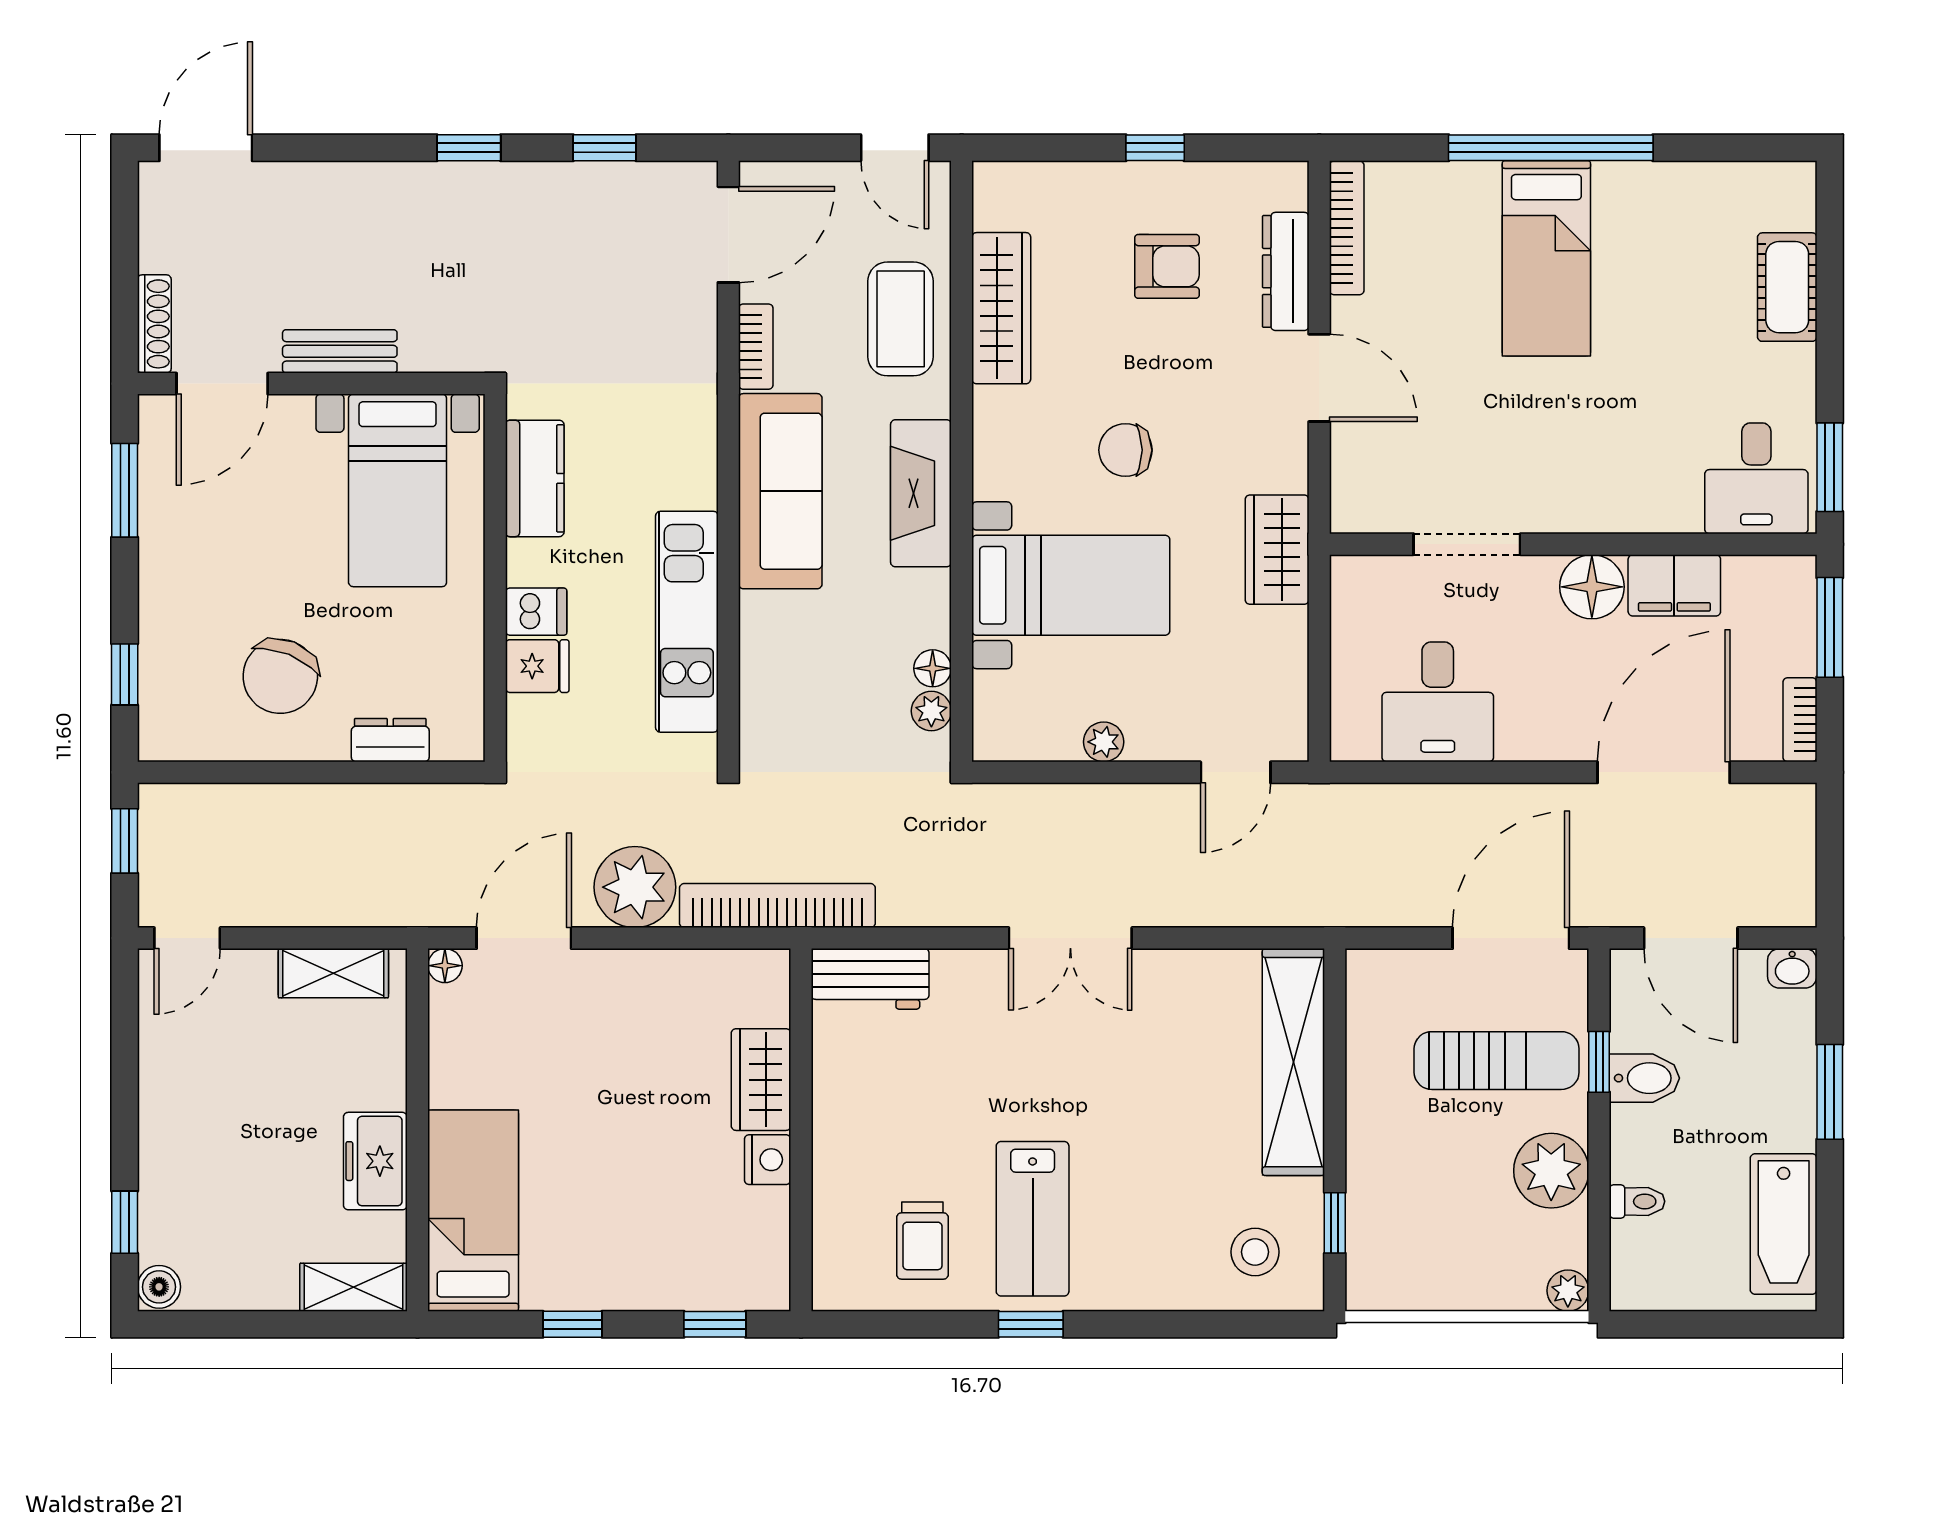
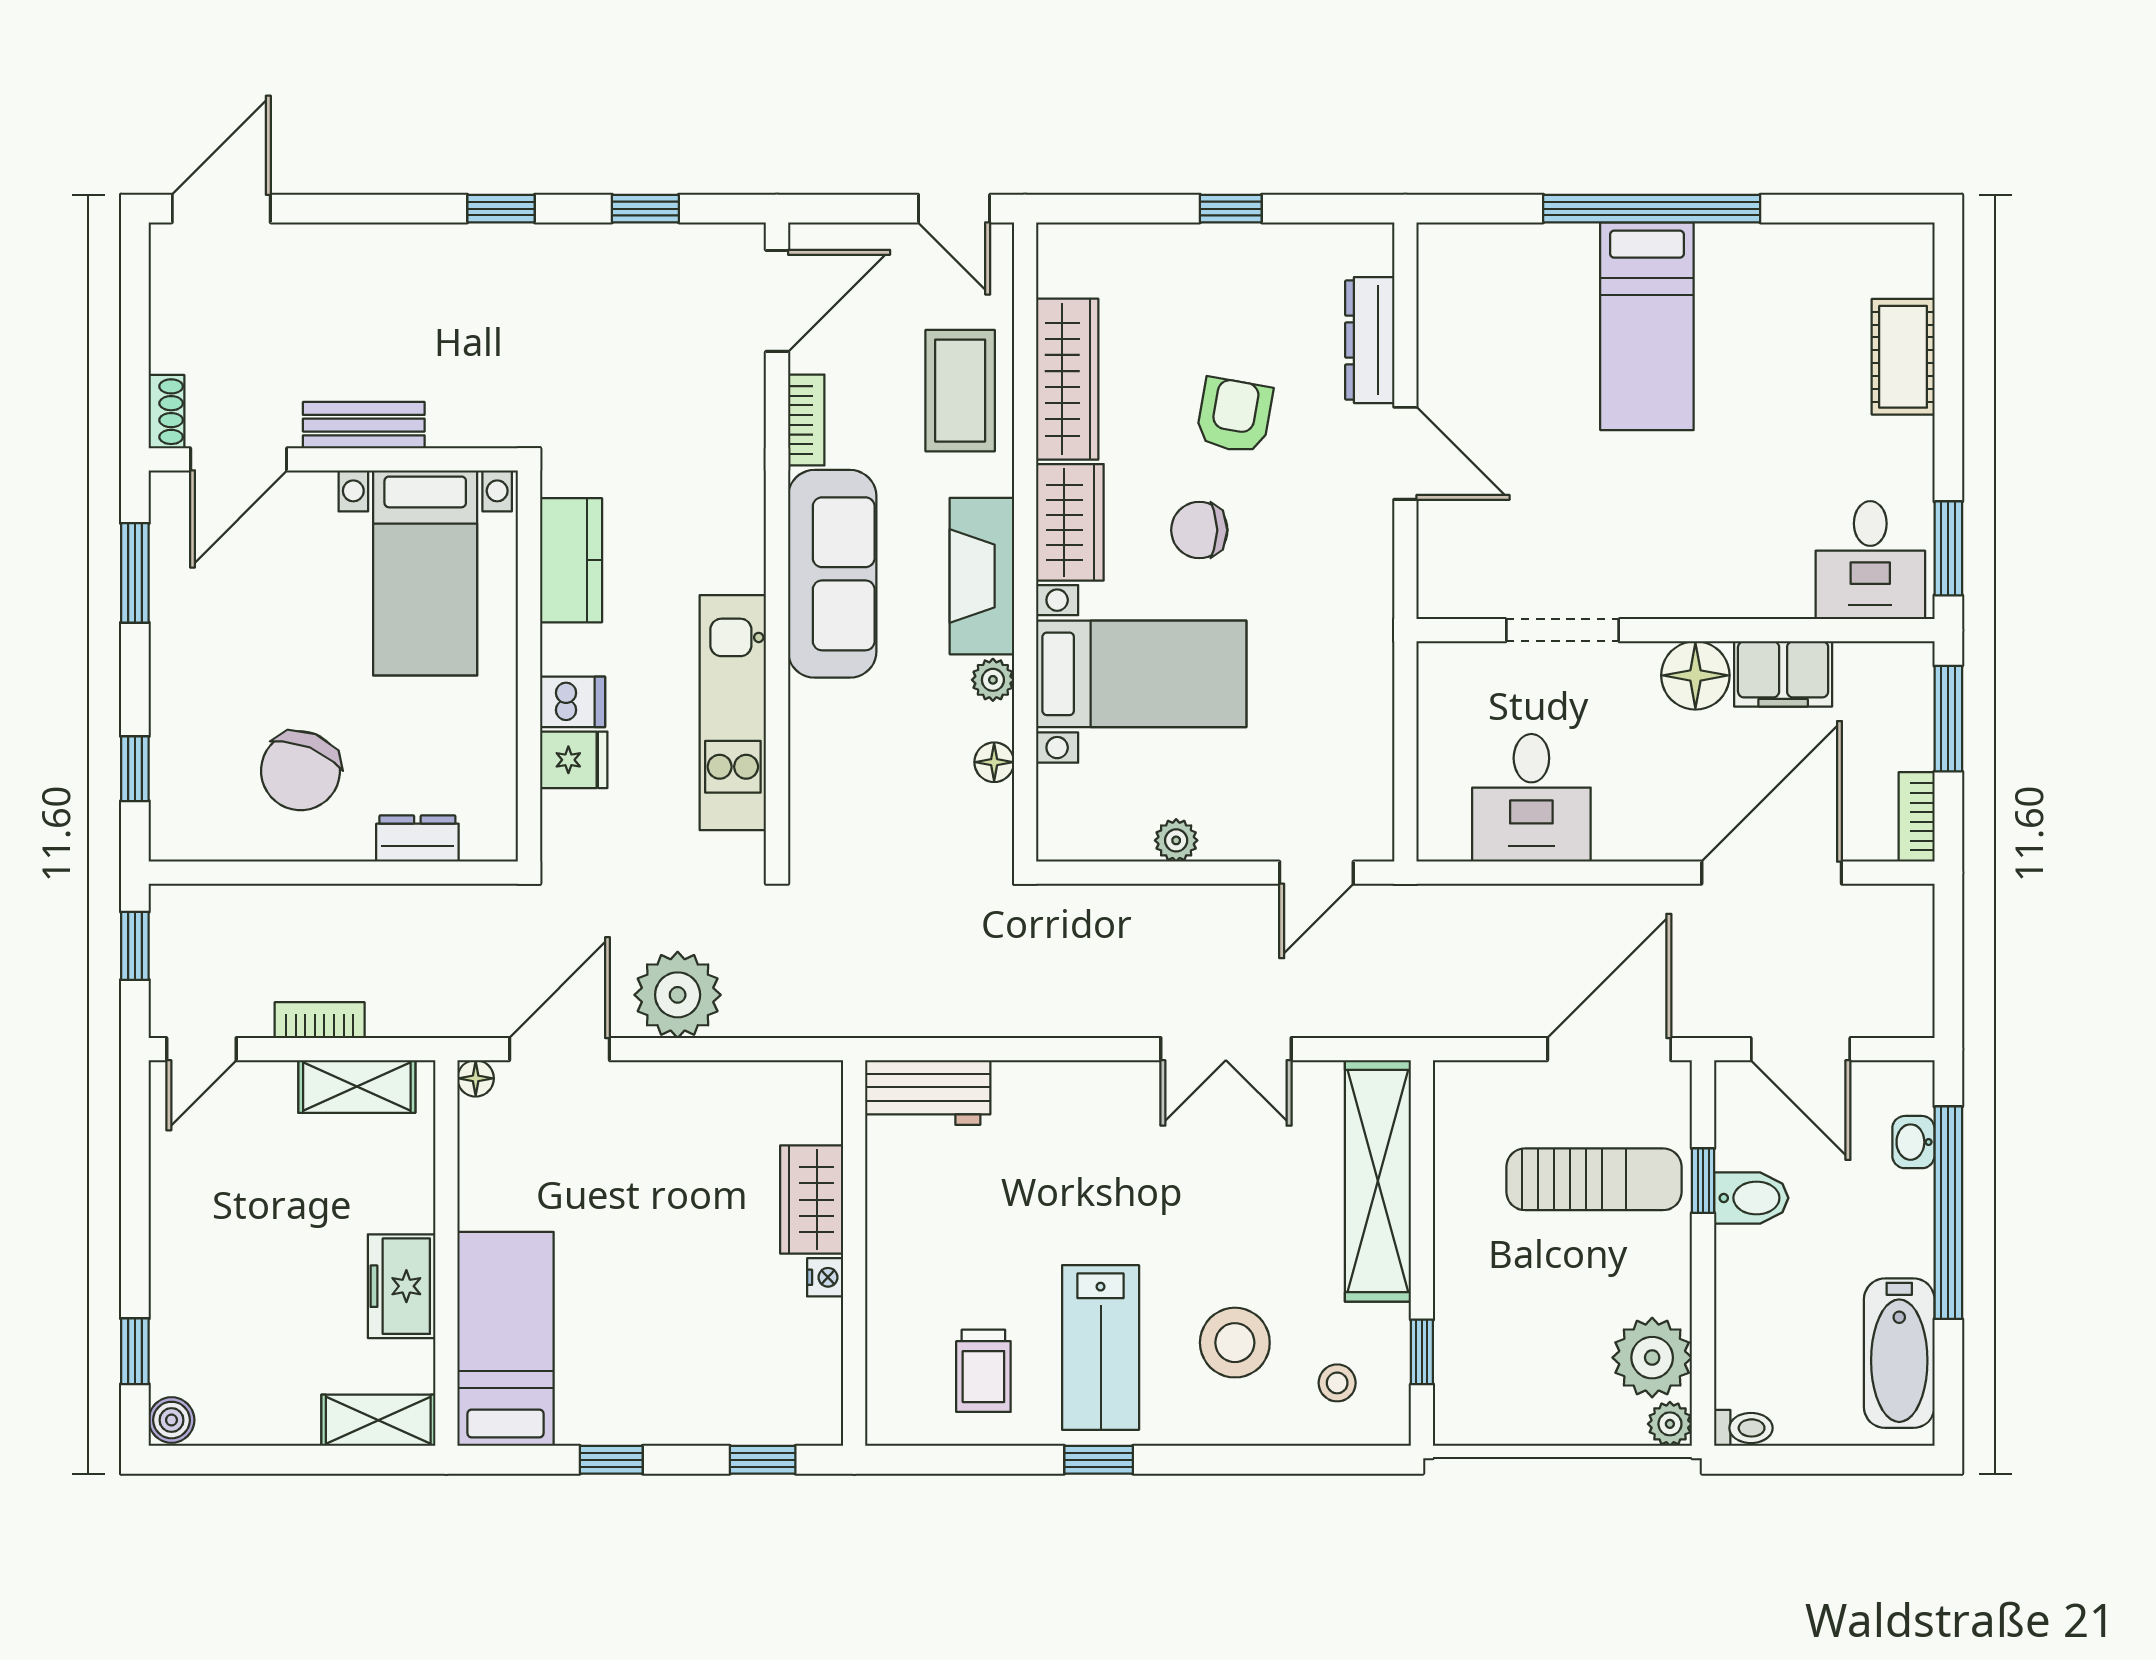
bookcase: (1347, 228) -> (1435, 294), removed
armchair: (1167, 266) -> (1234, 415), moved, turned -80
shoe rack: (154, 324) -> (166, 412), width x0.70
wardrobe: (1277, 550) -> (1070, 522), moved, turned 180
plant: (931, 711) -> (993, 680), moved
bookcase: (777, 906) -> (320, 1020), moved, width x0.43, depth x0.76
double door: (1070, 938) -> (1226, 1049), moved
washbasin: (1792, 968) -> (1913, 1142), moved, turned 90
window: (1830, 1092) -> (1948, 1213), width x2.11
nightstand: (768, 1160) -> (825, 1277), width x0.72, depth x0.74
plant: (1551, 1171) -> (1652, 1358), moved
toilet: (1637, 1201) -> (1743, 1428), moved
stool: (1159, 1214) -> (1235, 1343), added
stool: (1255, 1252) -> (1337, 1383), width x0.73, depth x0.73

